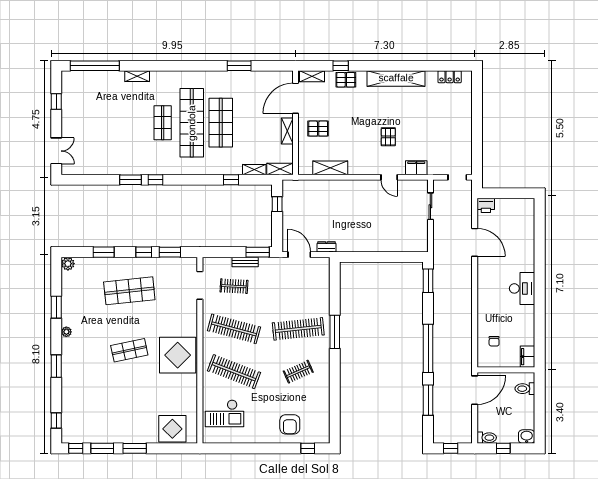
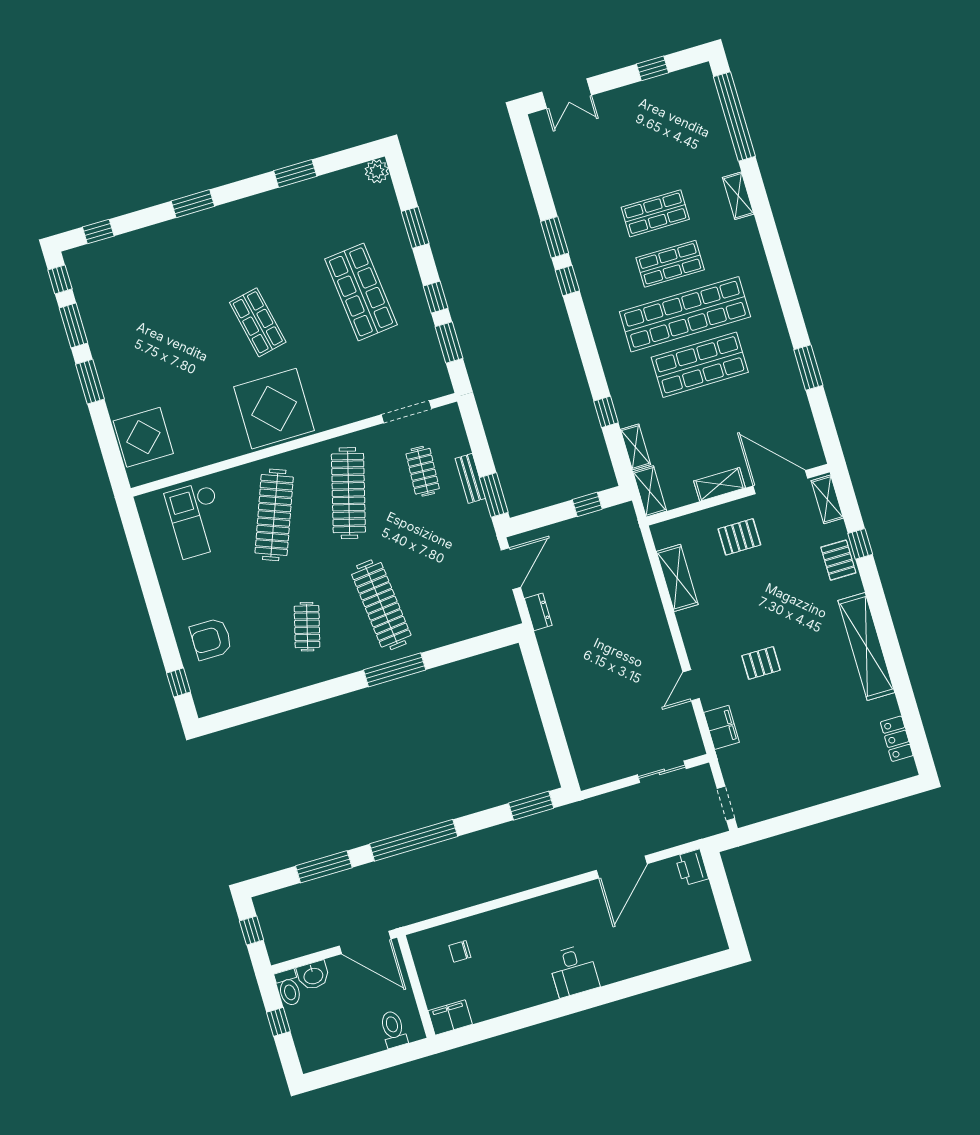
shop shelf: (134, 123) -> (655, 213), added
pallet: (318, 129) -> (739, 537), turned 90
desk: (522, 288) -> (573, 971), width x0.73
plant: (66, 332) -> (258, 204), removed
clothes rail: (298, 372) -> (307, 627), turned 39
washbasin: (527, 437) -> (313, 975), moved, turned 90

